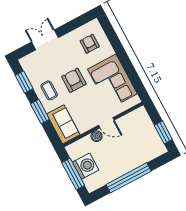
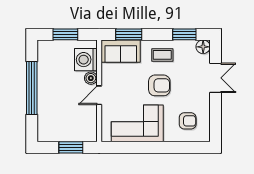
floor lamp: (26, 62) -> (203, 47), added
window: (40, 112) -> (129, 34), moved
window: (163, 132) -> (71, 147), moved
washing machine: (86, 166) -> (86, 60), moved, turned 90
window: (73, 174) -> (65, 34), width x0.69

